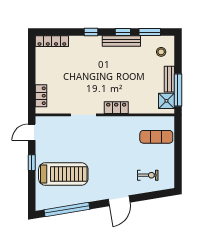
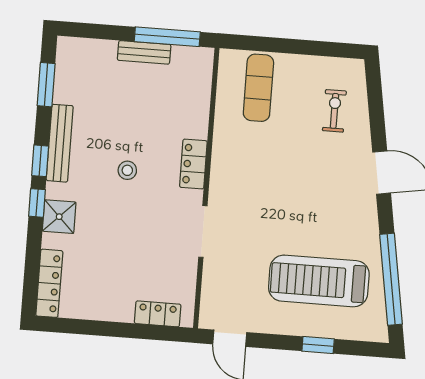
window: (123, 32) -> (40, 161), moved
stool: (161, 52) -> (127, 170), moved
shower: (166, 101) -> (59, 217), moved
window: (32, 163) -> (318, 345), moved
treadmill: (63, 174) -> (319, 281), turned -90

